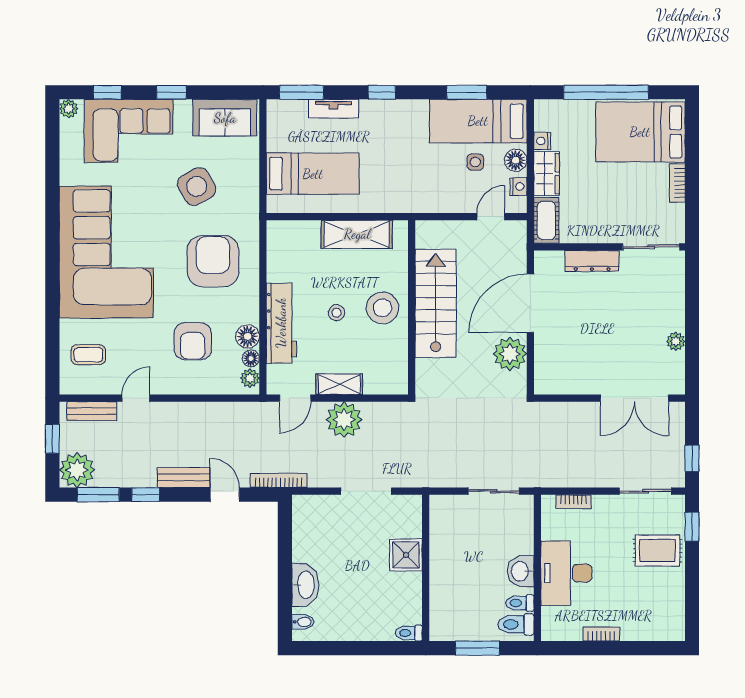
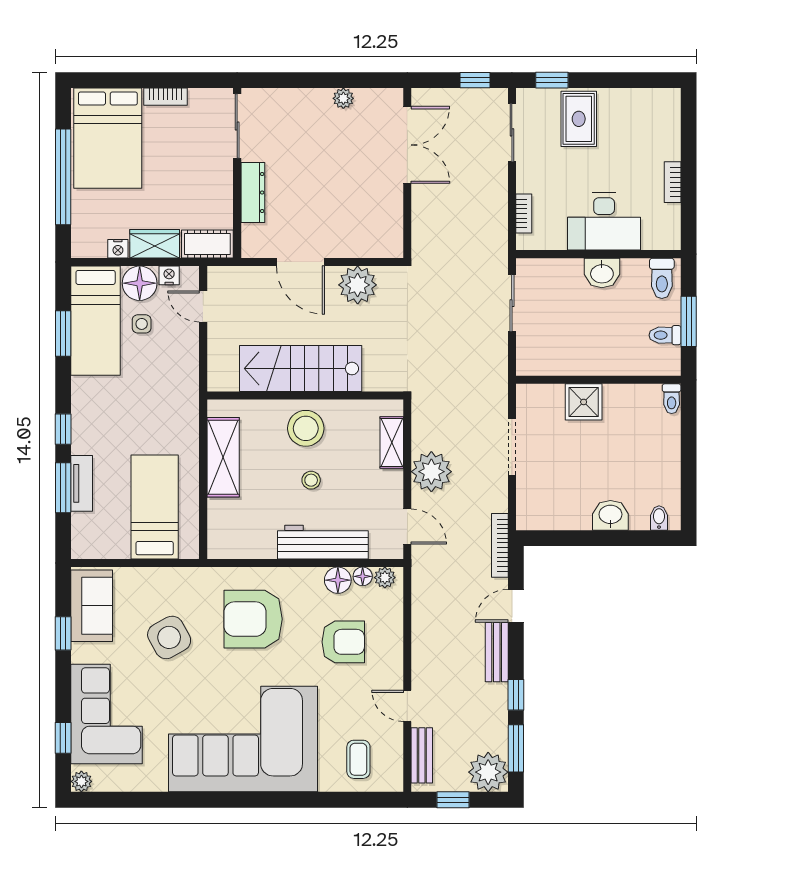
window: (171, 92) -> (63, 633), moved
window: (302, 92) -> (63, 488), moved
floor lamp: (516, 160) -> (140, 283), width x1.38, depth x1.38
door: (530, 303) -> (300, 262), width x0.73
shelving: (339, 384) -> (392, 443), moved
washbasin: (305, 585) -> (610, 515), width x0.72
toilet: (520, 603) -> (665, 335), moved, turned 90

